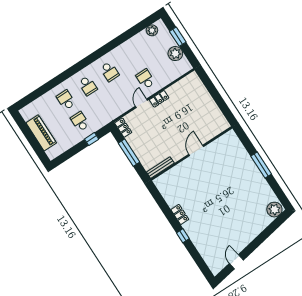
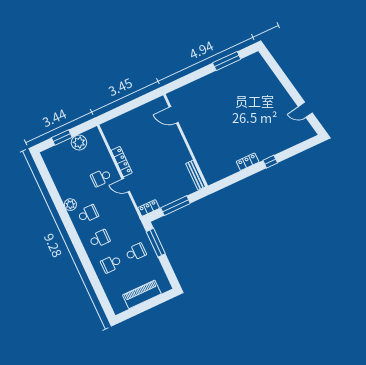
plant: (152, 30) -> (70, 205), moved
locker: (159, 99) -> (122, 162), width x1.53
school desk: (80, 122) -> (136, 252), turned 180
window: (92, 139) -> (156, 243), width x2.17
door: (196, 150) -> (174, 115), moved
window: (261, 165) -> (227, 61), moved
plant: (274, 210) -> (256, 62), removed

